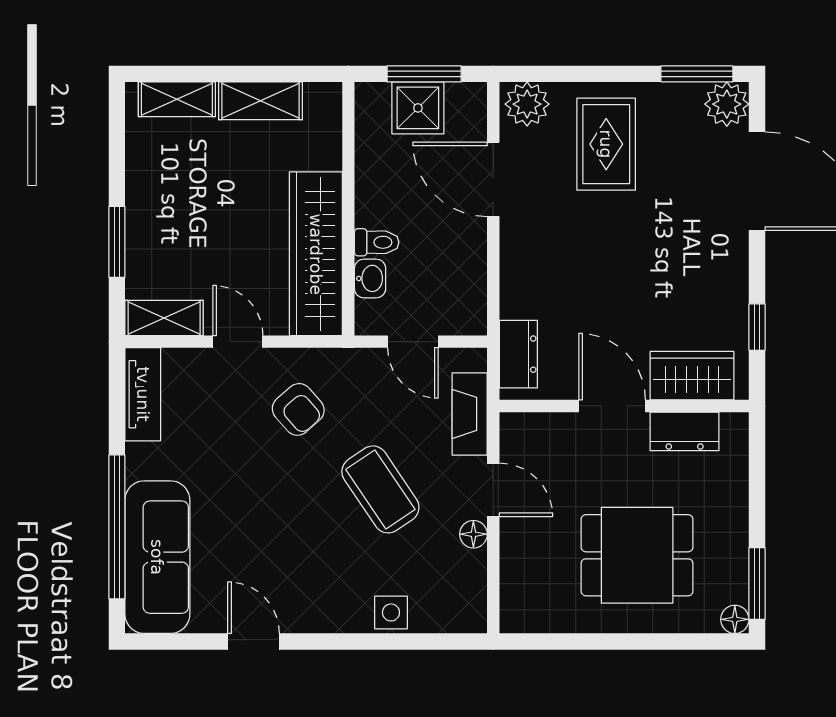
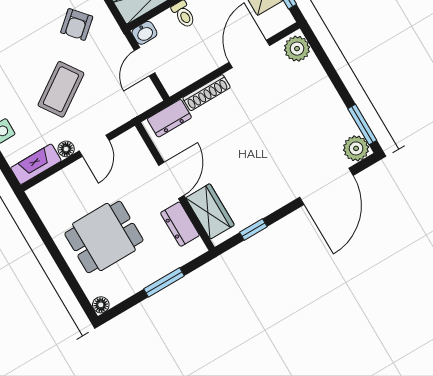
rug: (606, 144) -> (300, 100), removed
shoe rack: (513, 277) -> (206, 93), added
washbasin: (370, 278) -> (144, 33), moved
fireplace: (470, 414) -> (36, 164), moved
dining table: (637, 555) -> (104, 237), turned 90
window: (757, 583) -> (164, 282), moved

